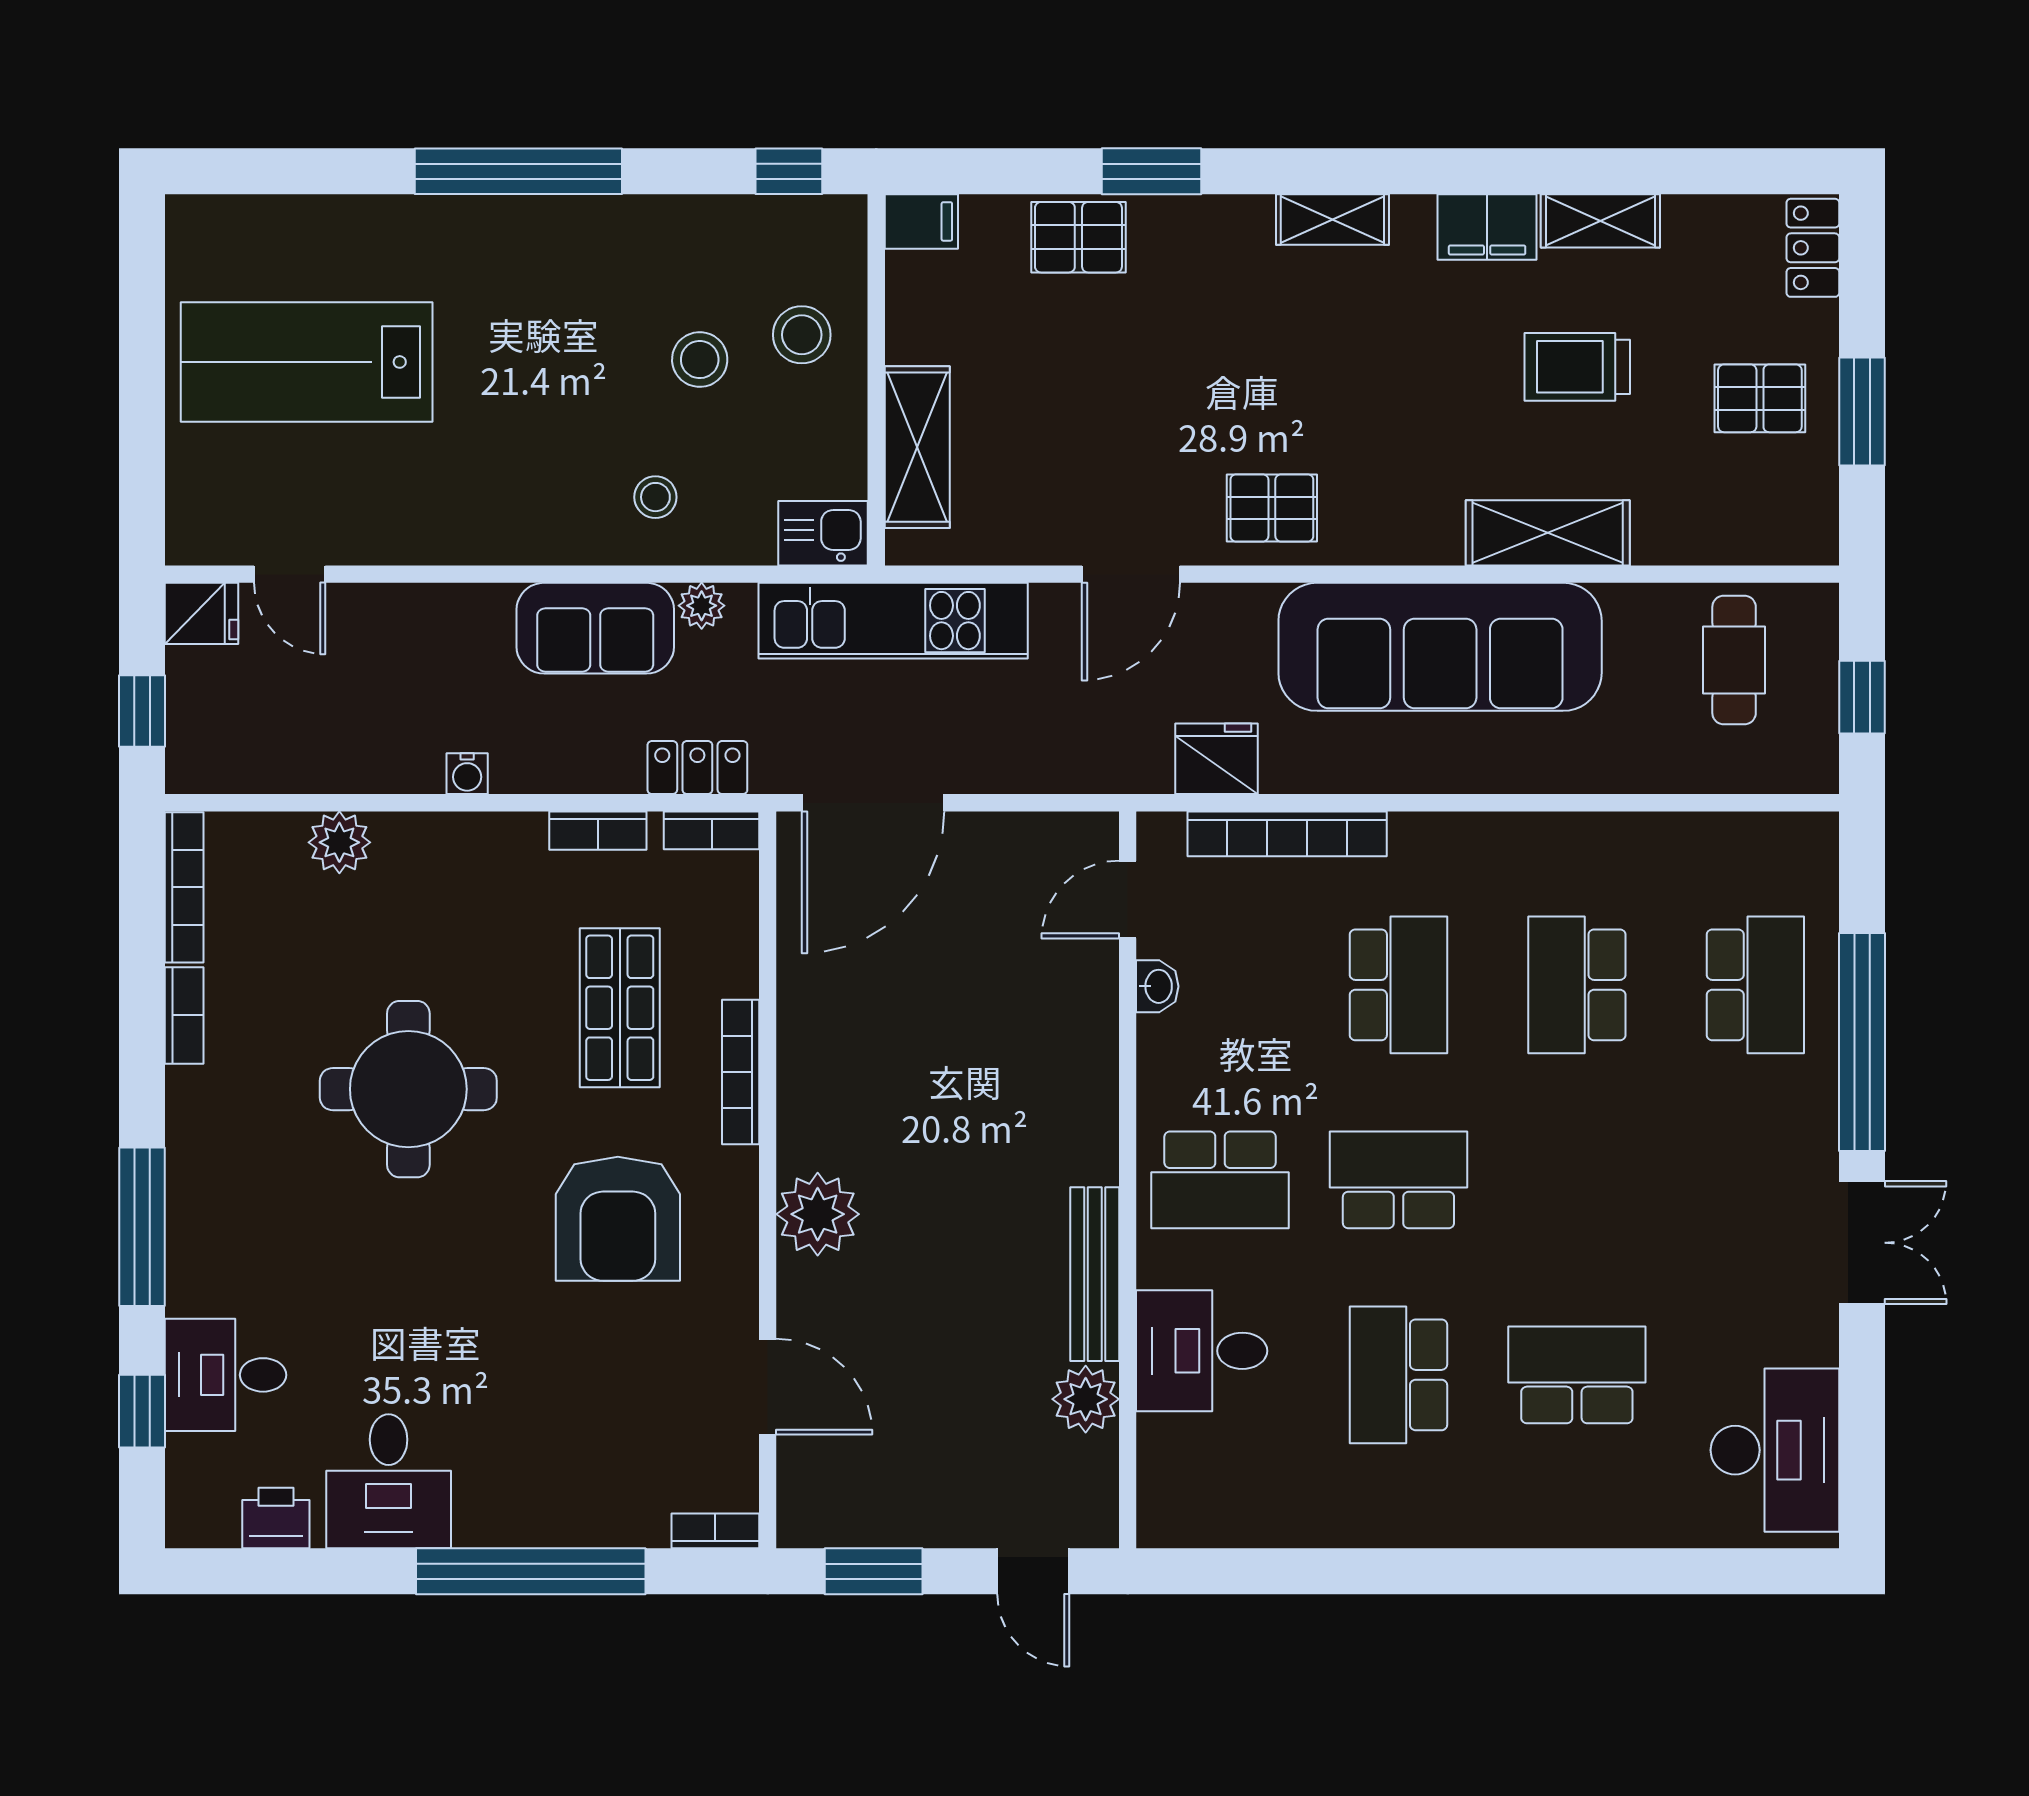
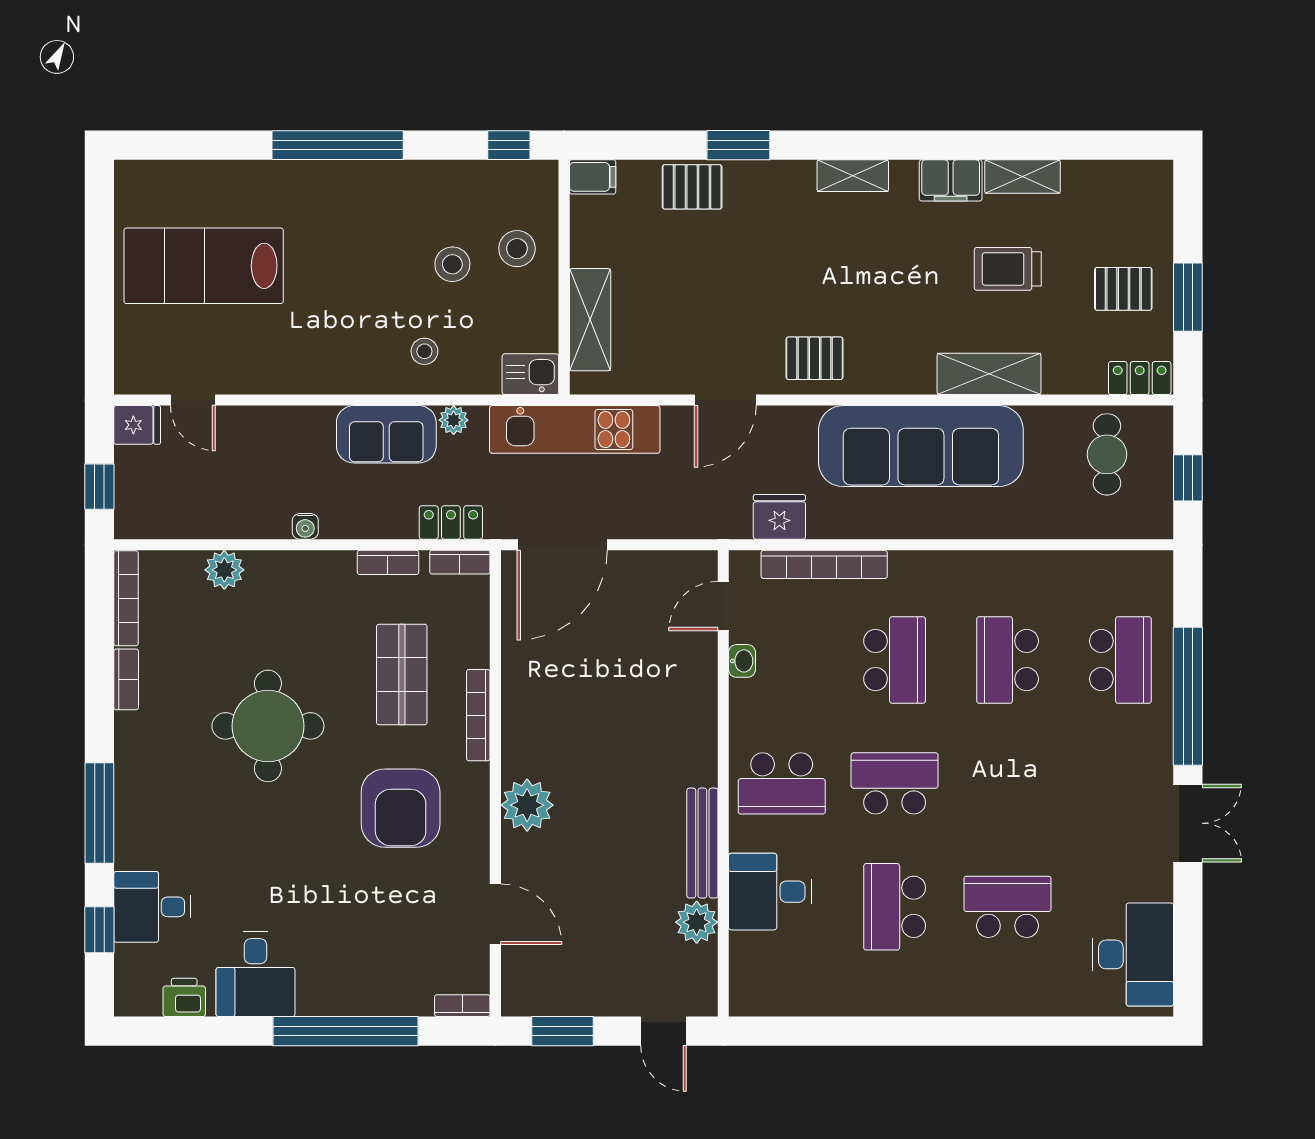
locker: (1813, 248) -> (1140, 378), moved, turned 90

